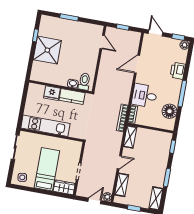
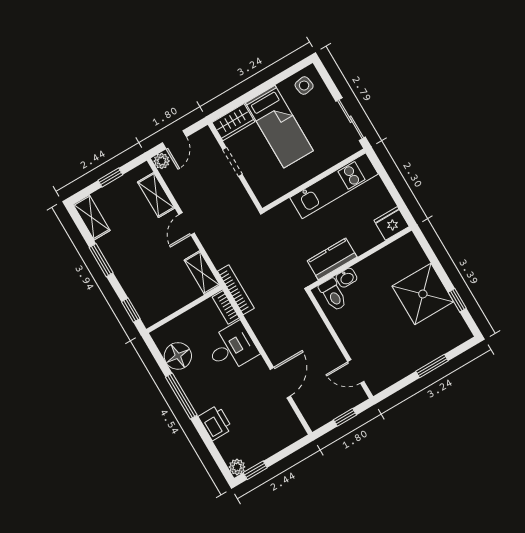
door: (156, 33) -> (292, 449), removed
fridge: (52, 93) -> (392, 223), moved

